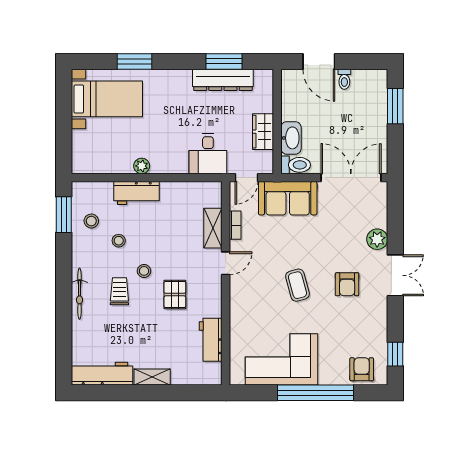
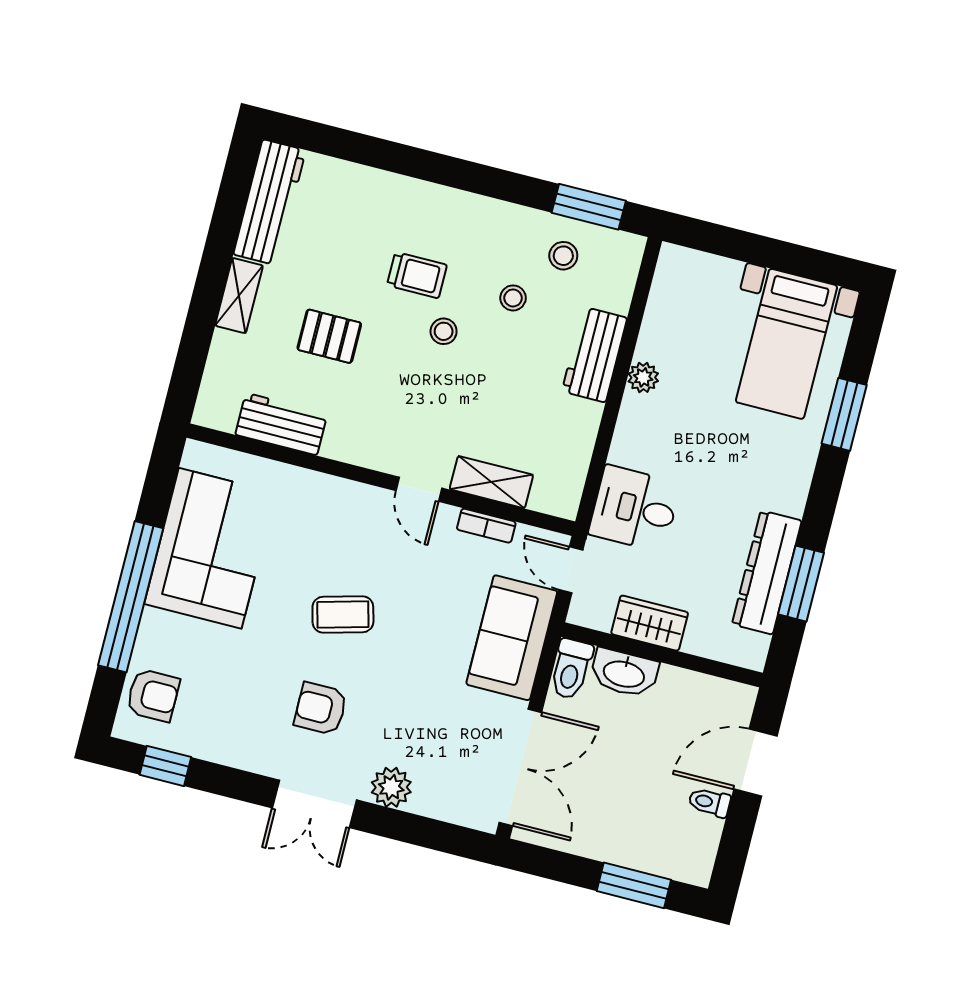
bicycle: (80, 294) -> (432, 198), removed
pallet: (175, 295) -> (329, 336), moved

